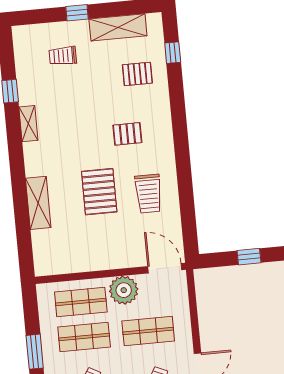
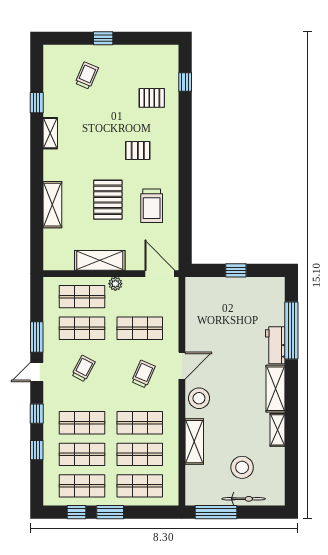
shelving: (118, 27) -> (100, 260), moved
trolley: (63, 56) -> (87, 76), turned 113
plant: (124, 290) -> (115, 284), width x0.53, depth x0.53

